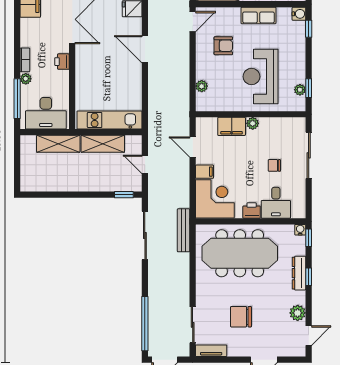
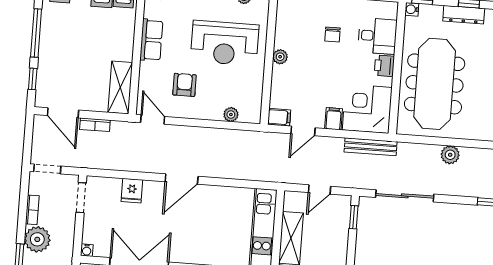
filing cabinet: (232, 126) -> (279, 117), moved, width x0.50
bench: (184, 230) -> (371, 147), moved
plant: (182, 271) -> (450, 155), added

